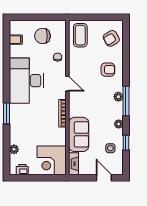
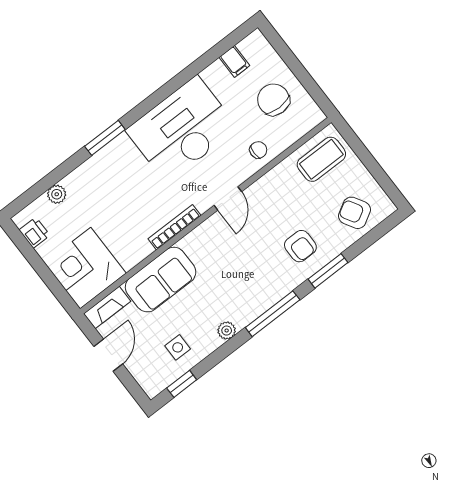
window: (126, 66) -> (328, 271), added
plant: (118, 97) -> (270, 296), removed
window: (126, 143) -> (182, 384), moved
door: (104, 178) -> (108, 355), moved

